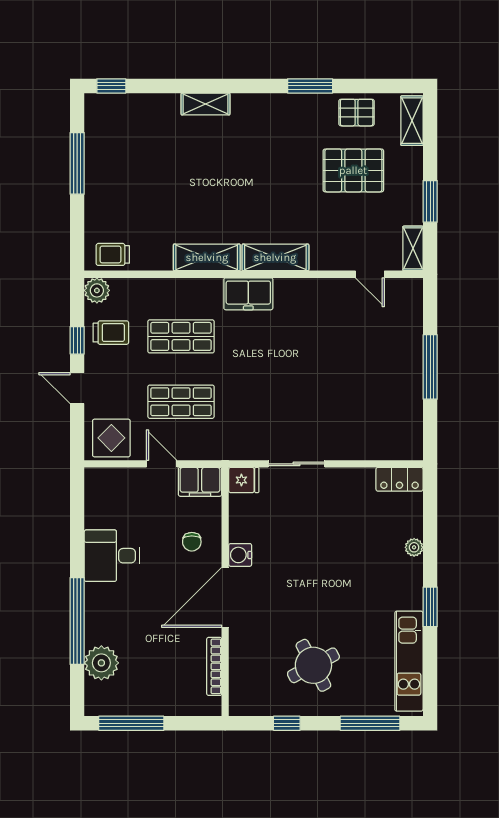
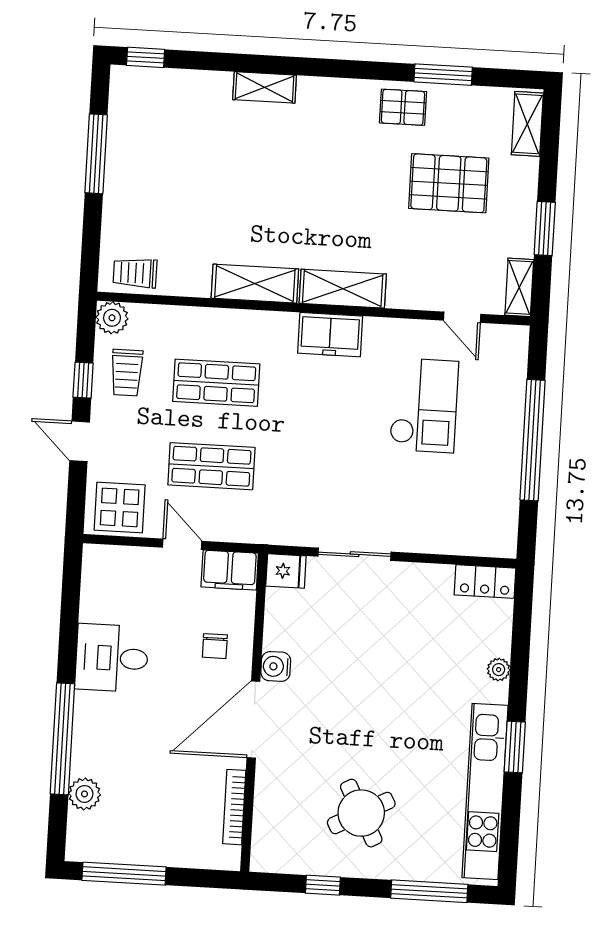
window: (310, 86) -> (443, 75), moved
pallet: (357, 113) -> (403, 107), moved
freezer: (248, 294) -> (330, 335), moved
trolley: (111, 333) -> (127, 373), turned 90
checkout: (344, 345) -> (424, 405), added
window: (430, 367) -> (532, 440), width x1.46
kitchen unit: (409, 661) -> (485, 792), width x1.36
plant: (101, 663) -> (84, 794), width x0.73, depth x0.73

